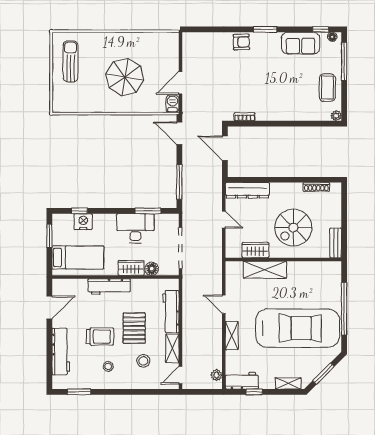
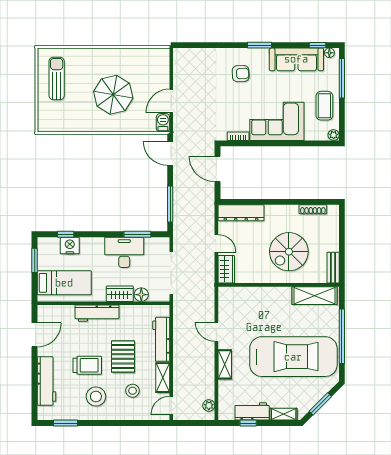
armchair: (241, 42) -> (241, 74), moved
sofa: (301, 43) -> (296, 59), width x1.36
corner sofa: (282, 103) -> (277, 121), added
wardrobe: (255, 250) -> (226, 269), moved, turned 90
shelving: (265, 270) -> (314, 296), moved
stool: (108, 366) -> (96, 396), width x1.89, depth x1.89
workbench: (242, 381) -> (252, 411), moved

